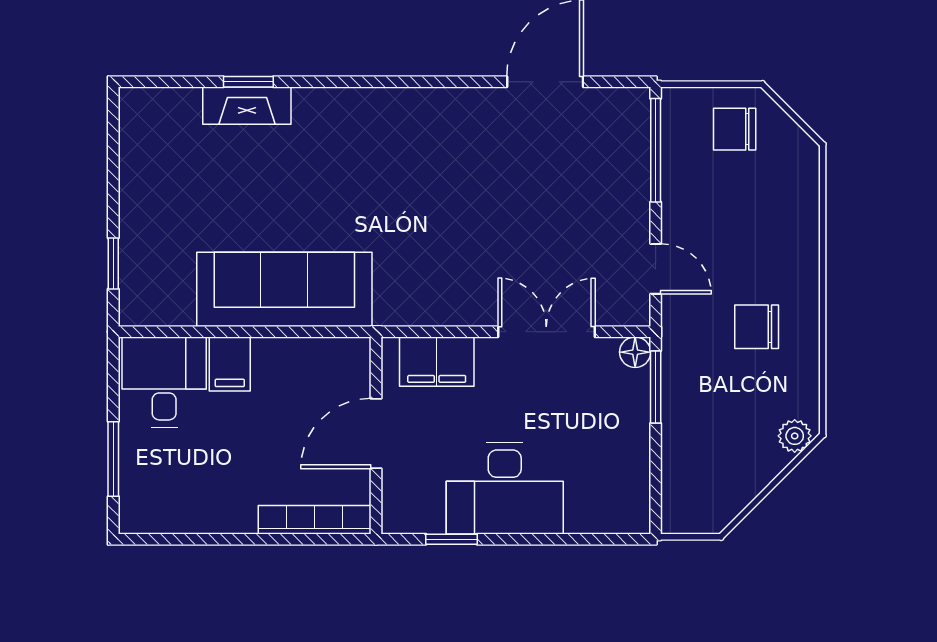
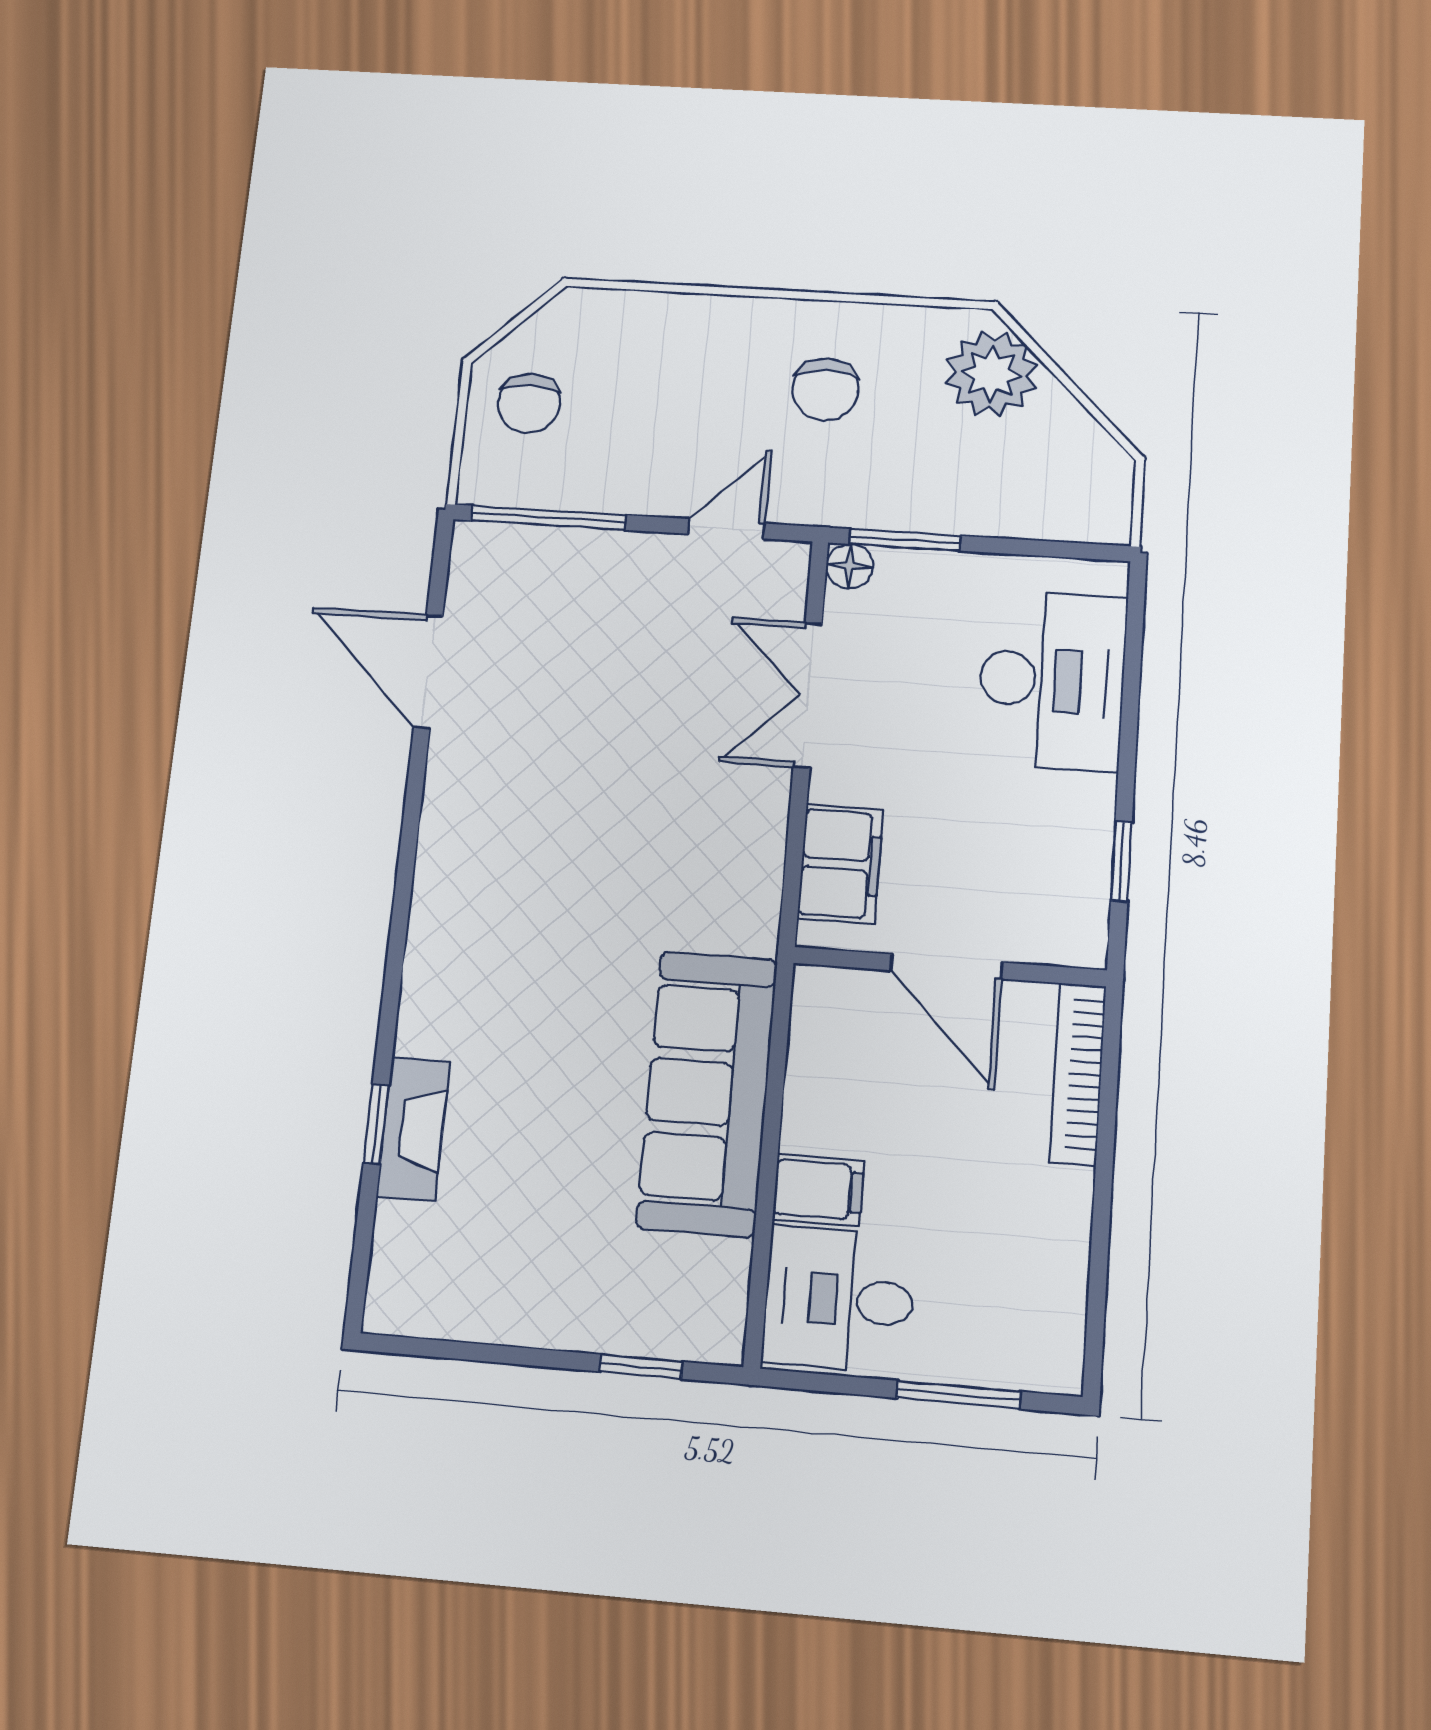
plant: (795, 436) -> (992, 374), width x1.87, depth x1.87
desk: (505, 488) -> (1052, 680), moved

